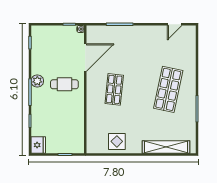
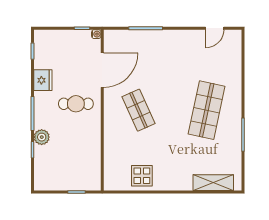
plant: (37, 81) -> (42, 137), moved
shop shelf: (114, 89) -> (138, 110), turned -30
fridge: (38, 145) -> (43, 80), moved
shelving: (166, 147) -> (213, 183), width x0.68

